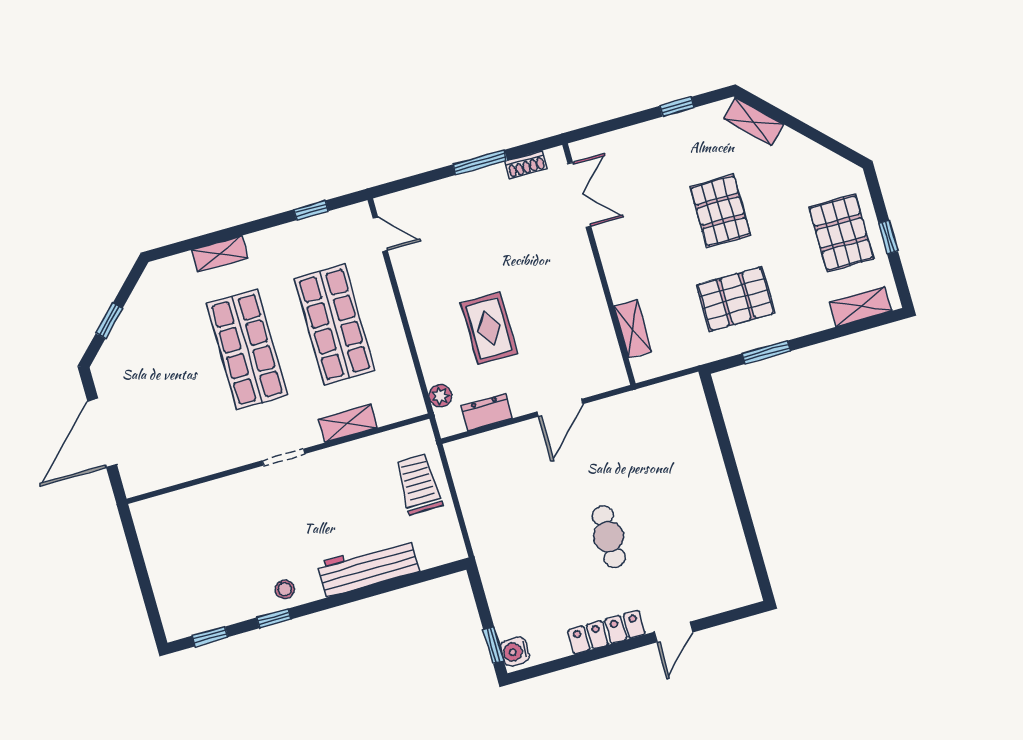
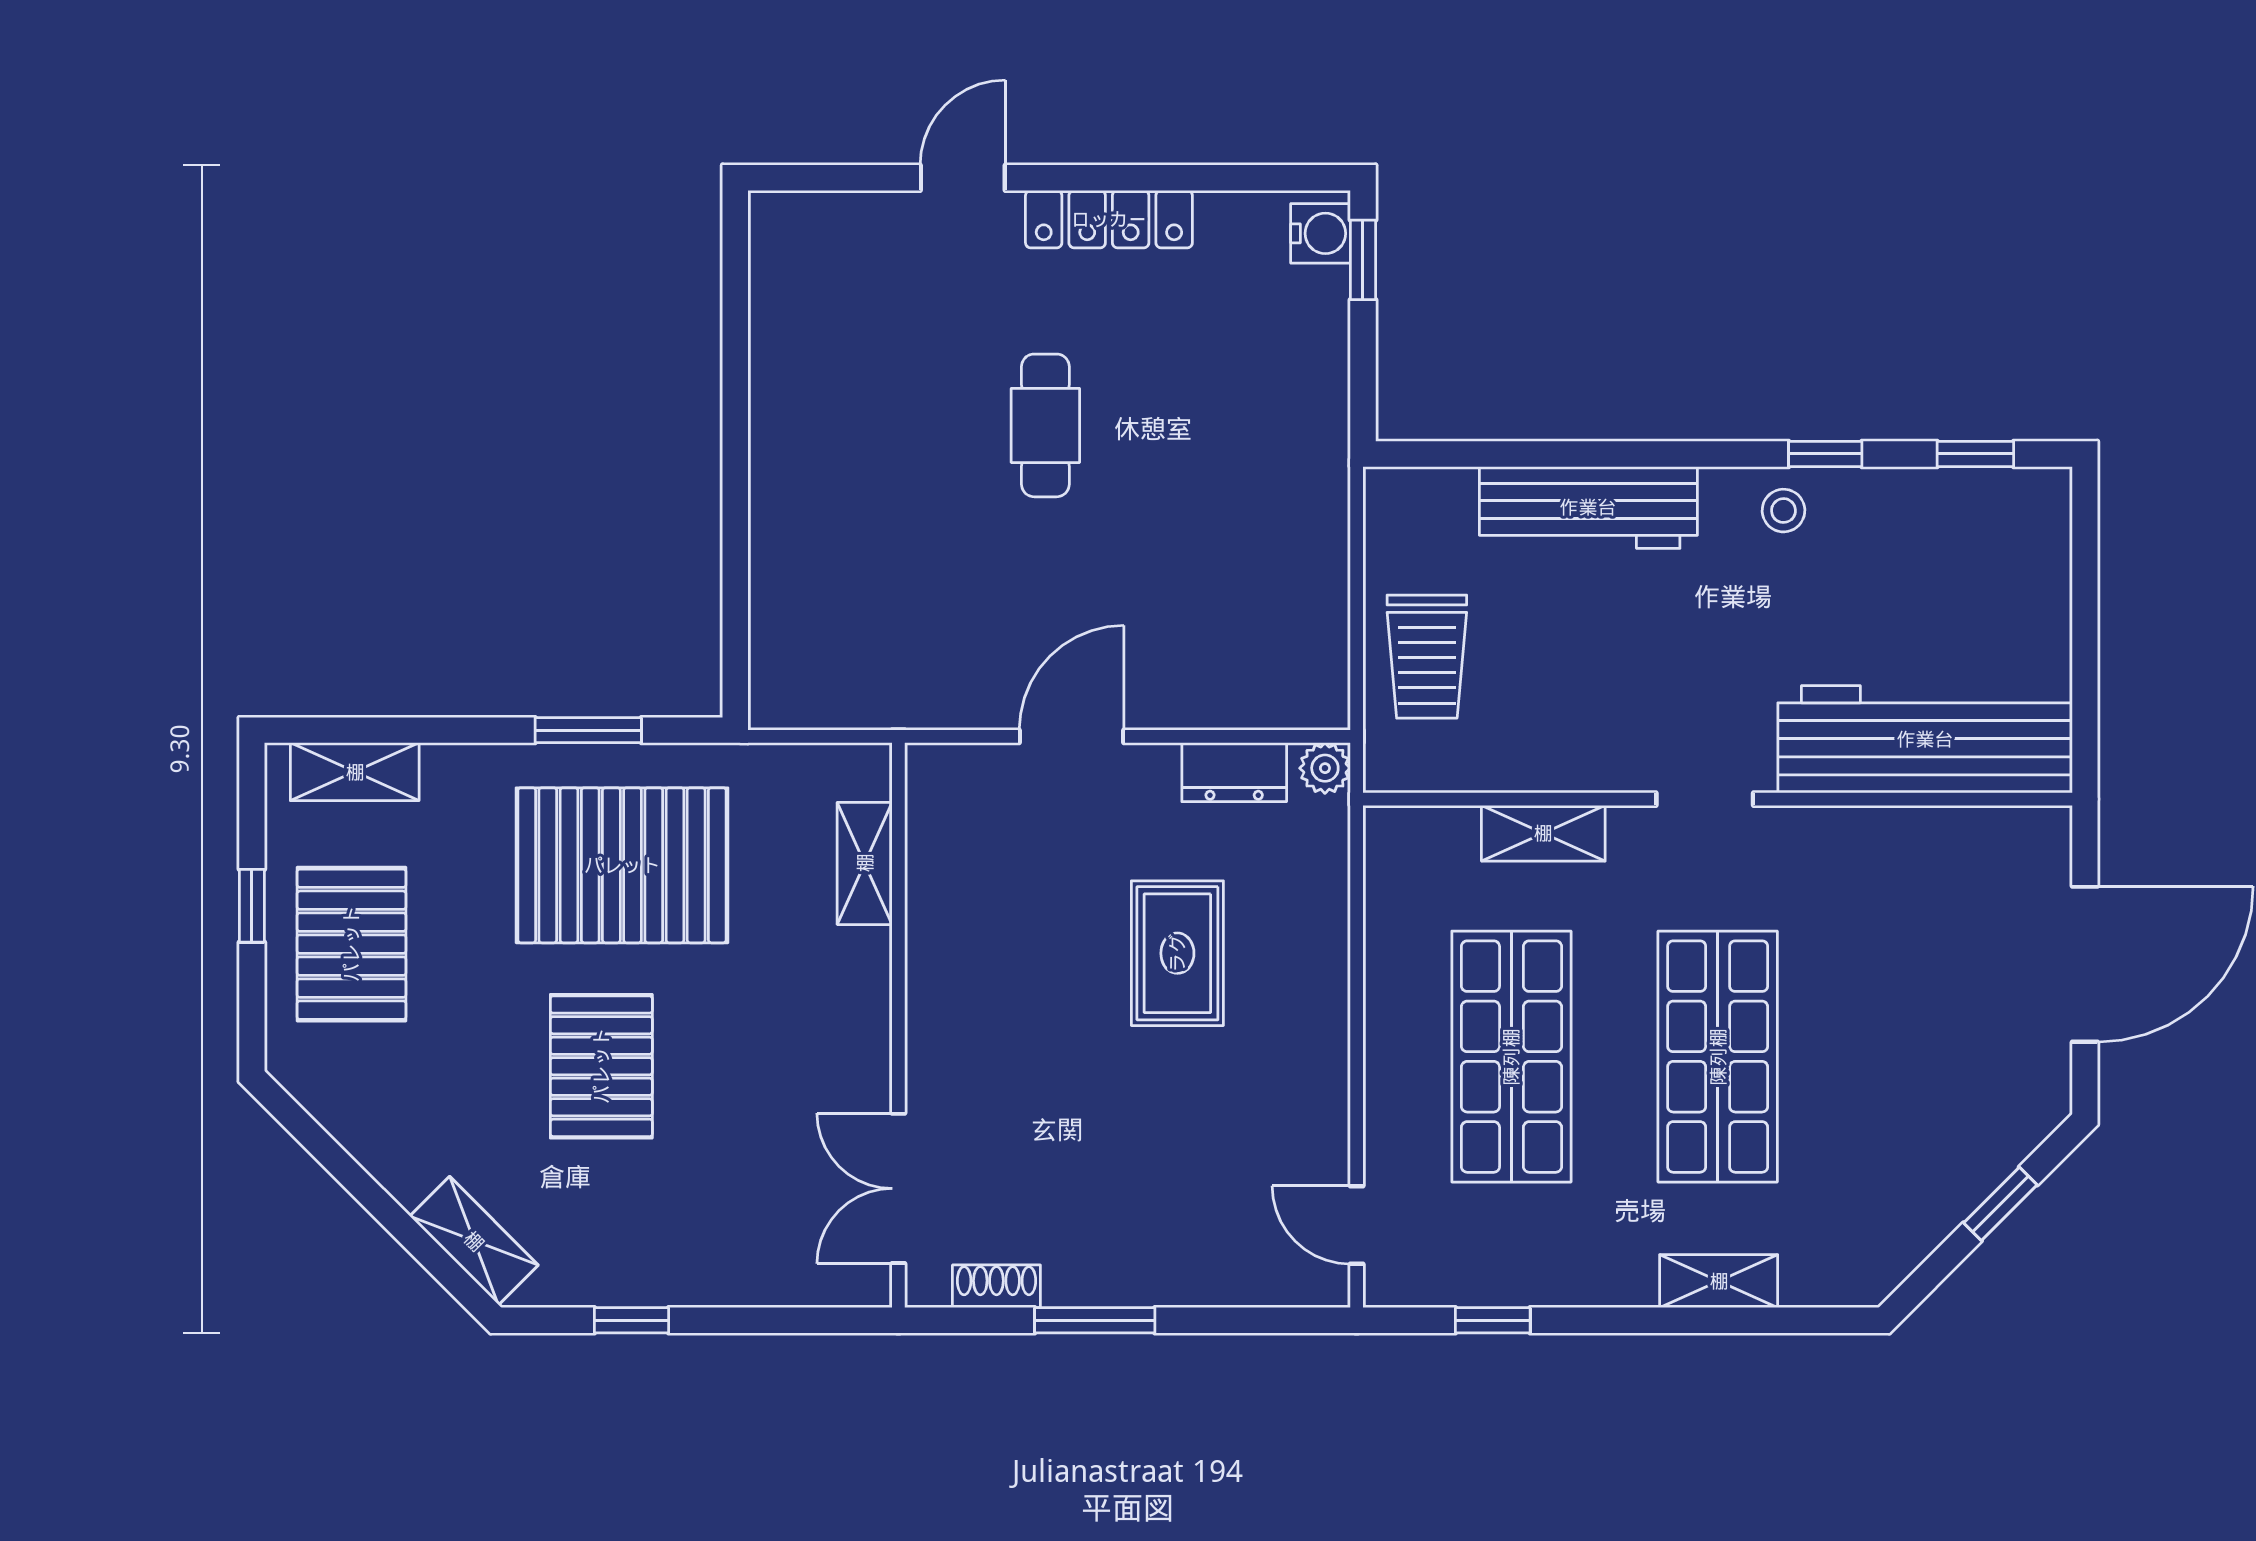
pallet: (736, 299) -> (622, 865), width x1.37, depth x1.41
plant: (440, 396) -> (1325, 768), moved
workbench: (197, 509) -> (1925, 739), added

